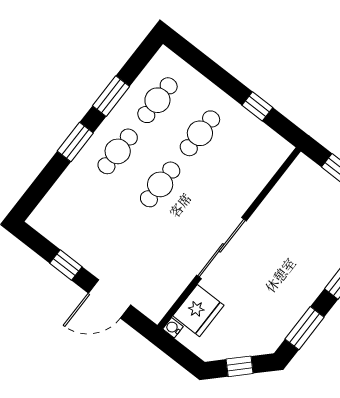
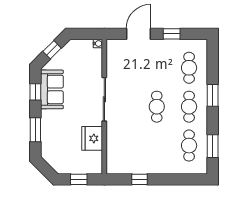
window: (111, 96) -> (213, 146), moved
cafe table: (200, 133) -> (189, 68), moved
fridge: (198, 311) -> (92, 138), moved
sofa: (280, 314) -> (52, 89), added
window: (305, 328) -> (35, 92), width x0.67

